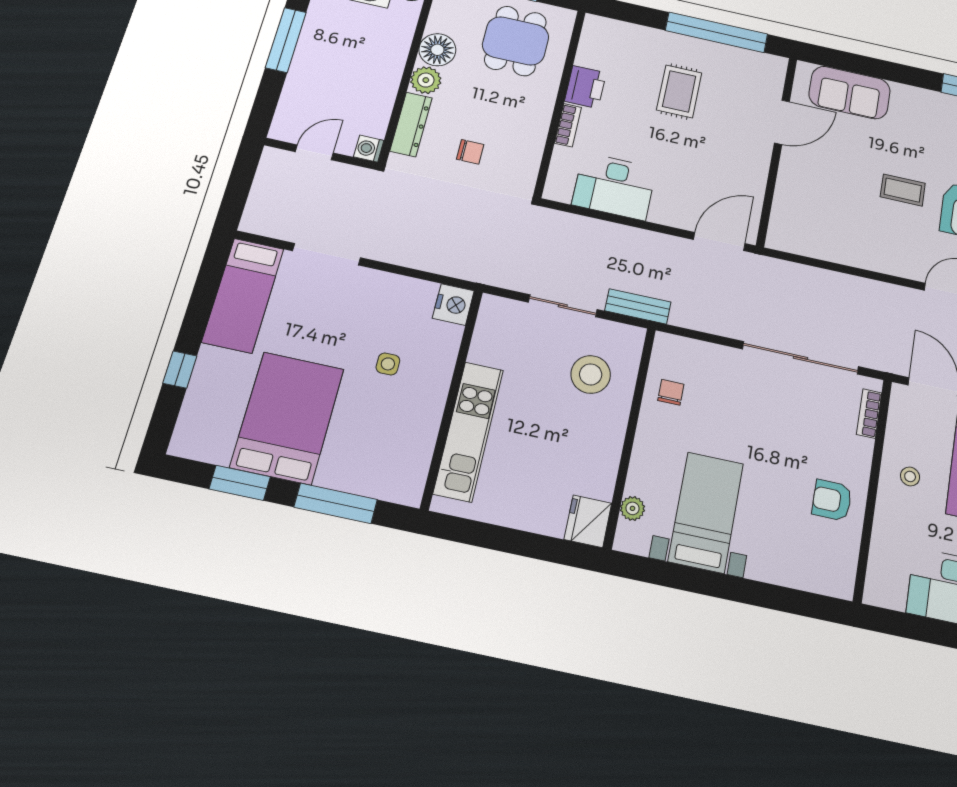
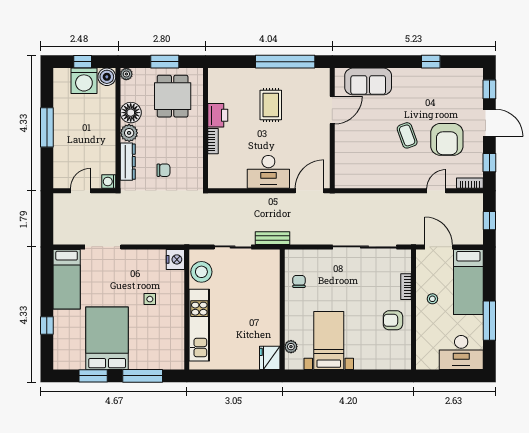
desk: (614, 186) -> (268, 172), moved
coffee table: (903, 190) -> (407, 135), turned 70
stool: (591, 374) -> (201, 272), moved
bookcase: (869, 414) -> (406, 287), moved

